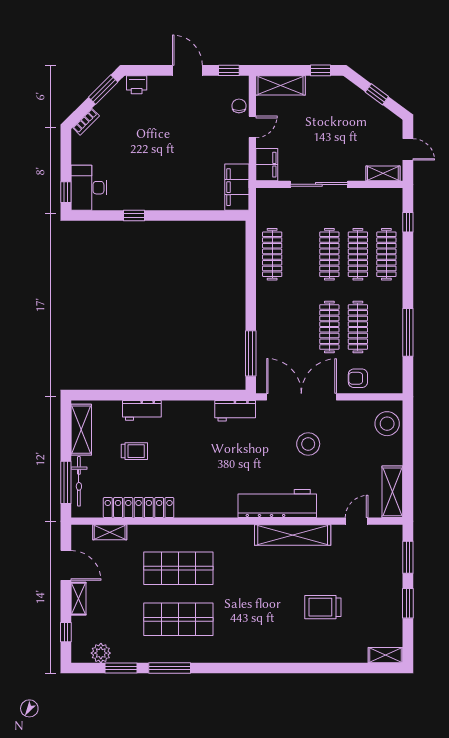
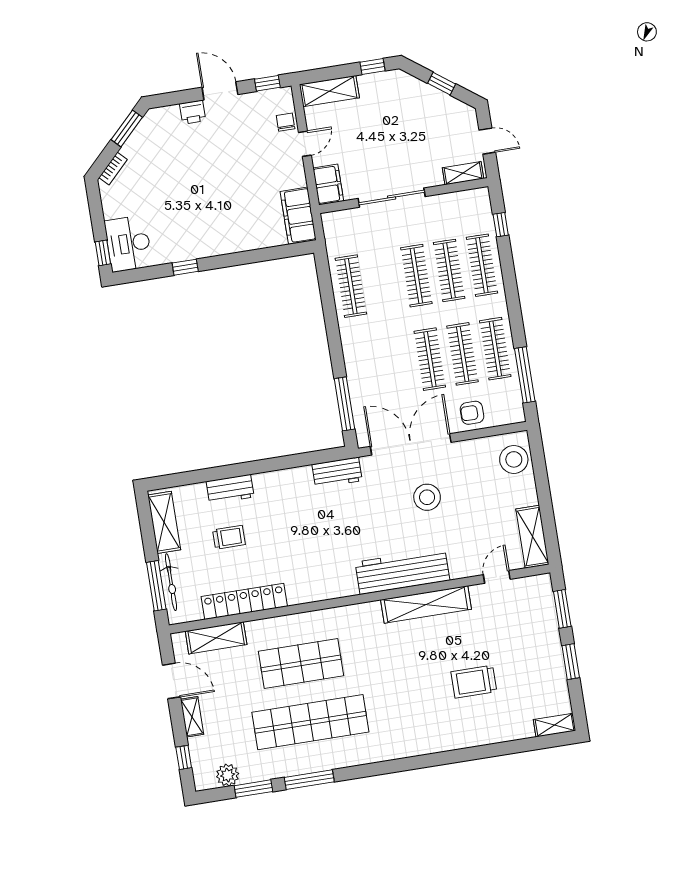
printer: (137, 85) -> (193, 112), moved
clothes rail: (386, 327) -> (495, 349), added
window: (408, 332) -> (525, 375), moved
shelving: (110, 532) -> (216, 638), width x1.50, depth x1.33
shop shelf: (178, 619) -> (310, 722), width x1.40

